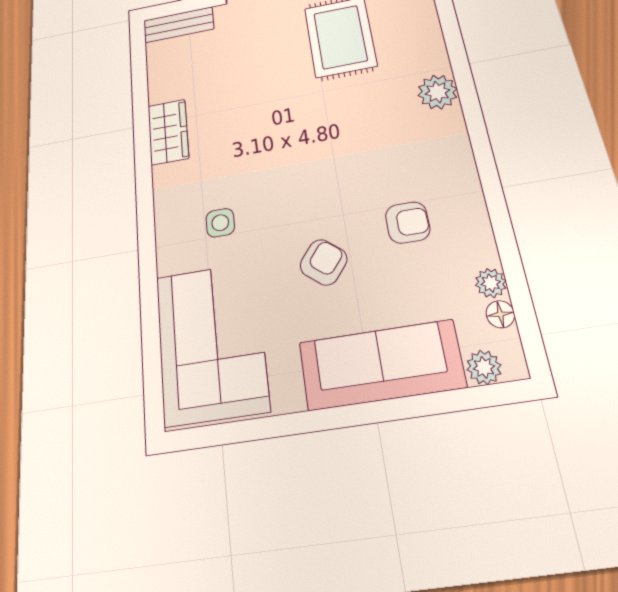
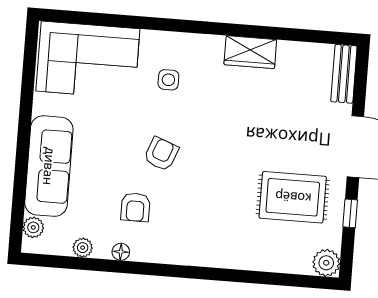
plant: (437, 92) -> (226, 254), removed
armchair: (324, 262) -> (161, 154), moved, turned -108
floor lamp: (500, 314) -> (121, 252), moved

